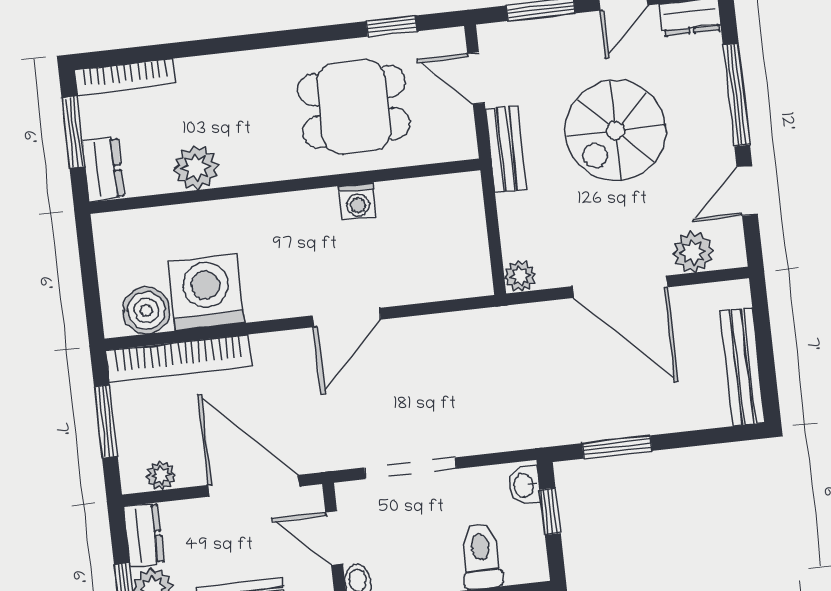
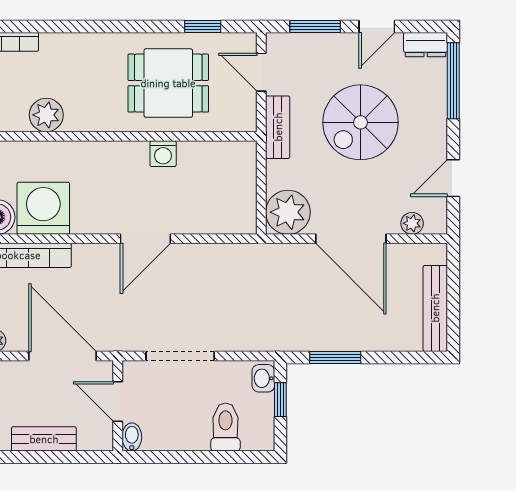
window: (736, 95) -> (453, 81), moved
plant: (693, 252) -> (412, 223), width x0.73, depth x0.73
plant: (520, 276) -> (288, 212), width x1.88, depth x1.88

